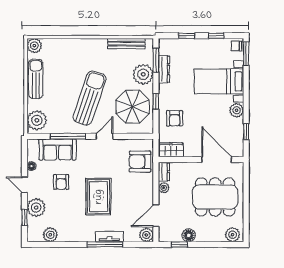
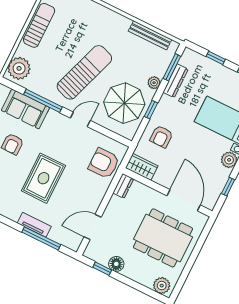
plant: (143, 74) -> (154, 83), width x0.53, depth x0.53
plant: (164, 188) -> (115, 202), removed
plant: (146, 235) -> (73, 242), removed
window: (105, 245) -> (41, 238), moved

